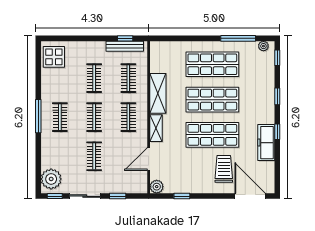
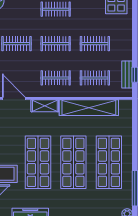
bench: (125, 46) -> (127, 74), width x0.73
shelving: (158, 93) -> (89, 108), width x1.47

